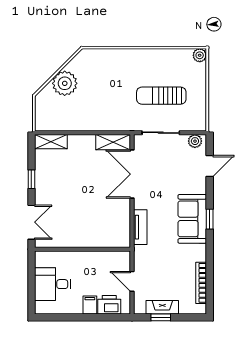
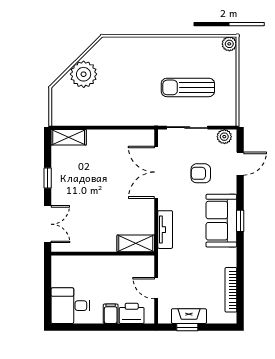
shelving: (113, 142) -> (136, 243), moved
armchair: (173, 175) -> (201, 173), added
desk: (53, 284) -> (70, 306), moved

